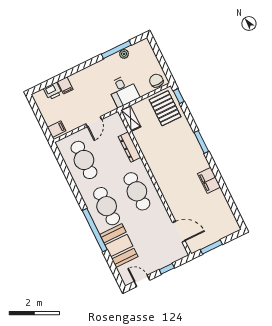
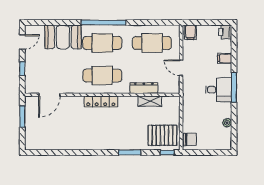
window: (116, 50) -> (234, 87), moved
printer: (53, 91) -> (225, 32), moved
desk: (123, 91) -> (219, 90), moved, turned 180
shelving: (131, 118) -> (150, 101), moved
window: (201, 142) -> (130, 152), moved
filing cabinet: (209, 180) -> (81, 143), removed
locker: (162, 181) -> (101, 101), added
window: (95, 230) -> (104, 23), moved

